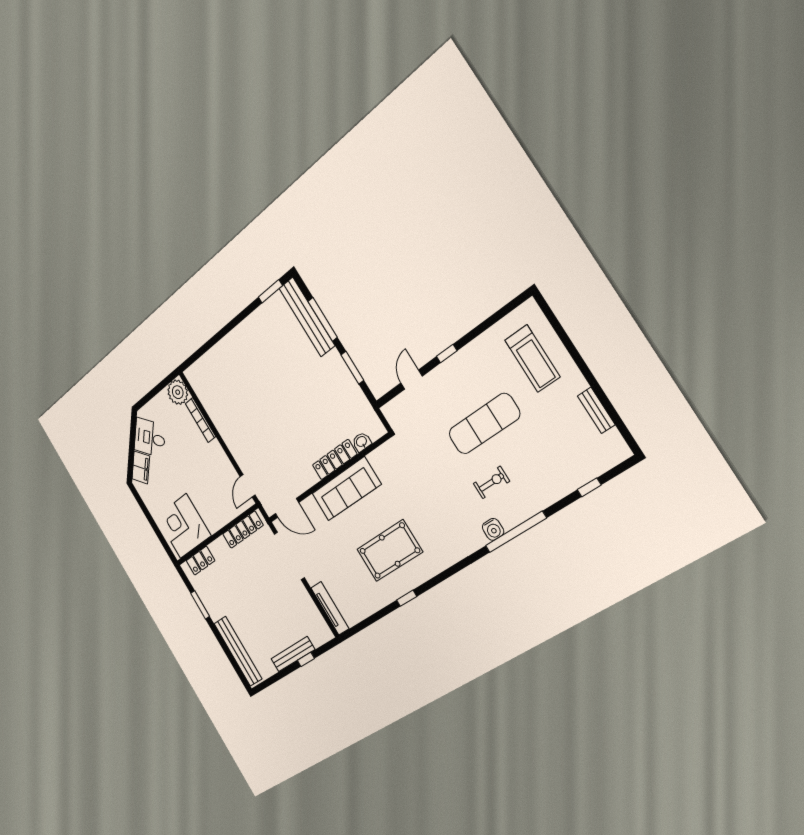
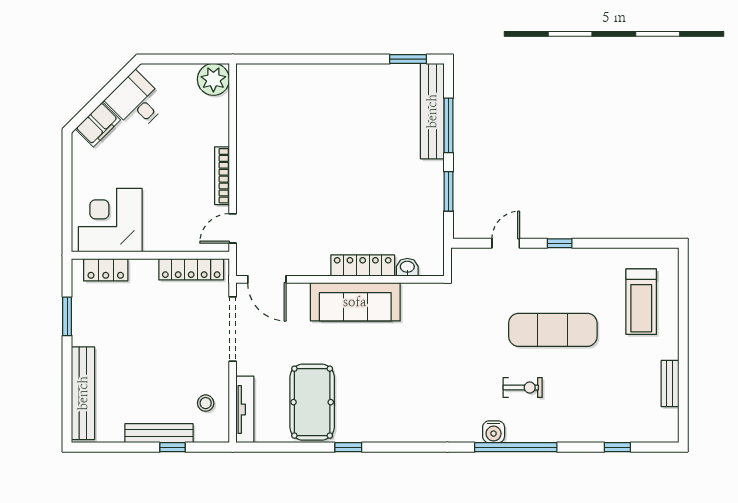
bookcase: (201, 420) -> (222, 176), moved
pool table: (390, 551) -> (312, 402), moved, turned 90
stool: (305, 617) -> (206, 403), added

